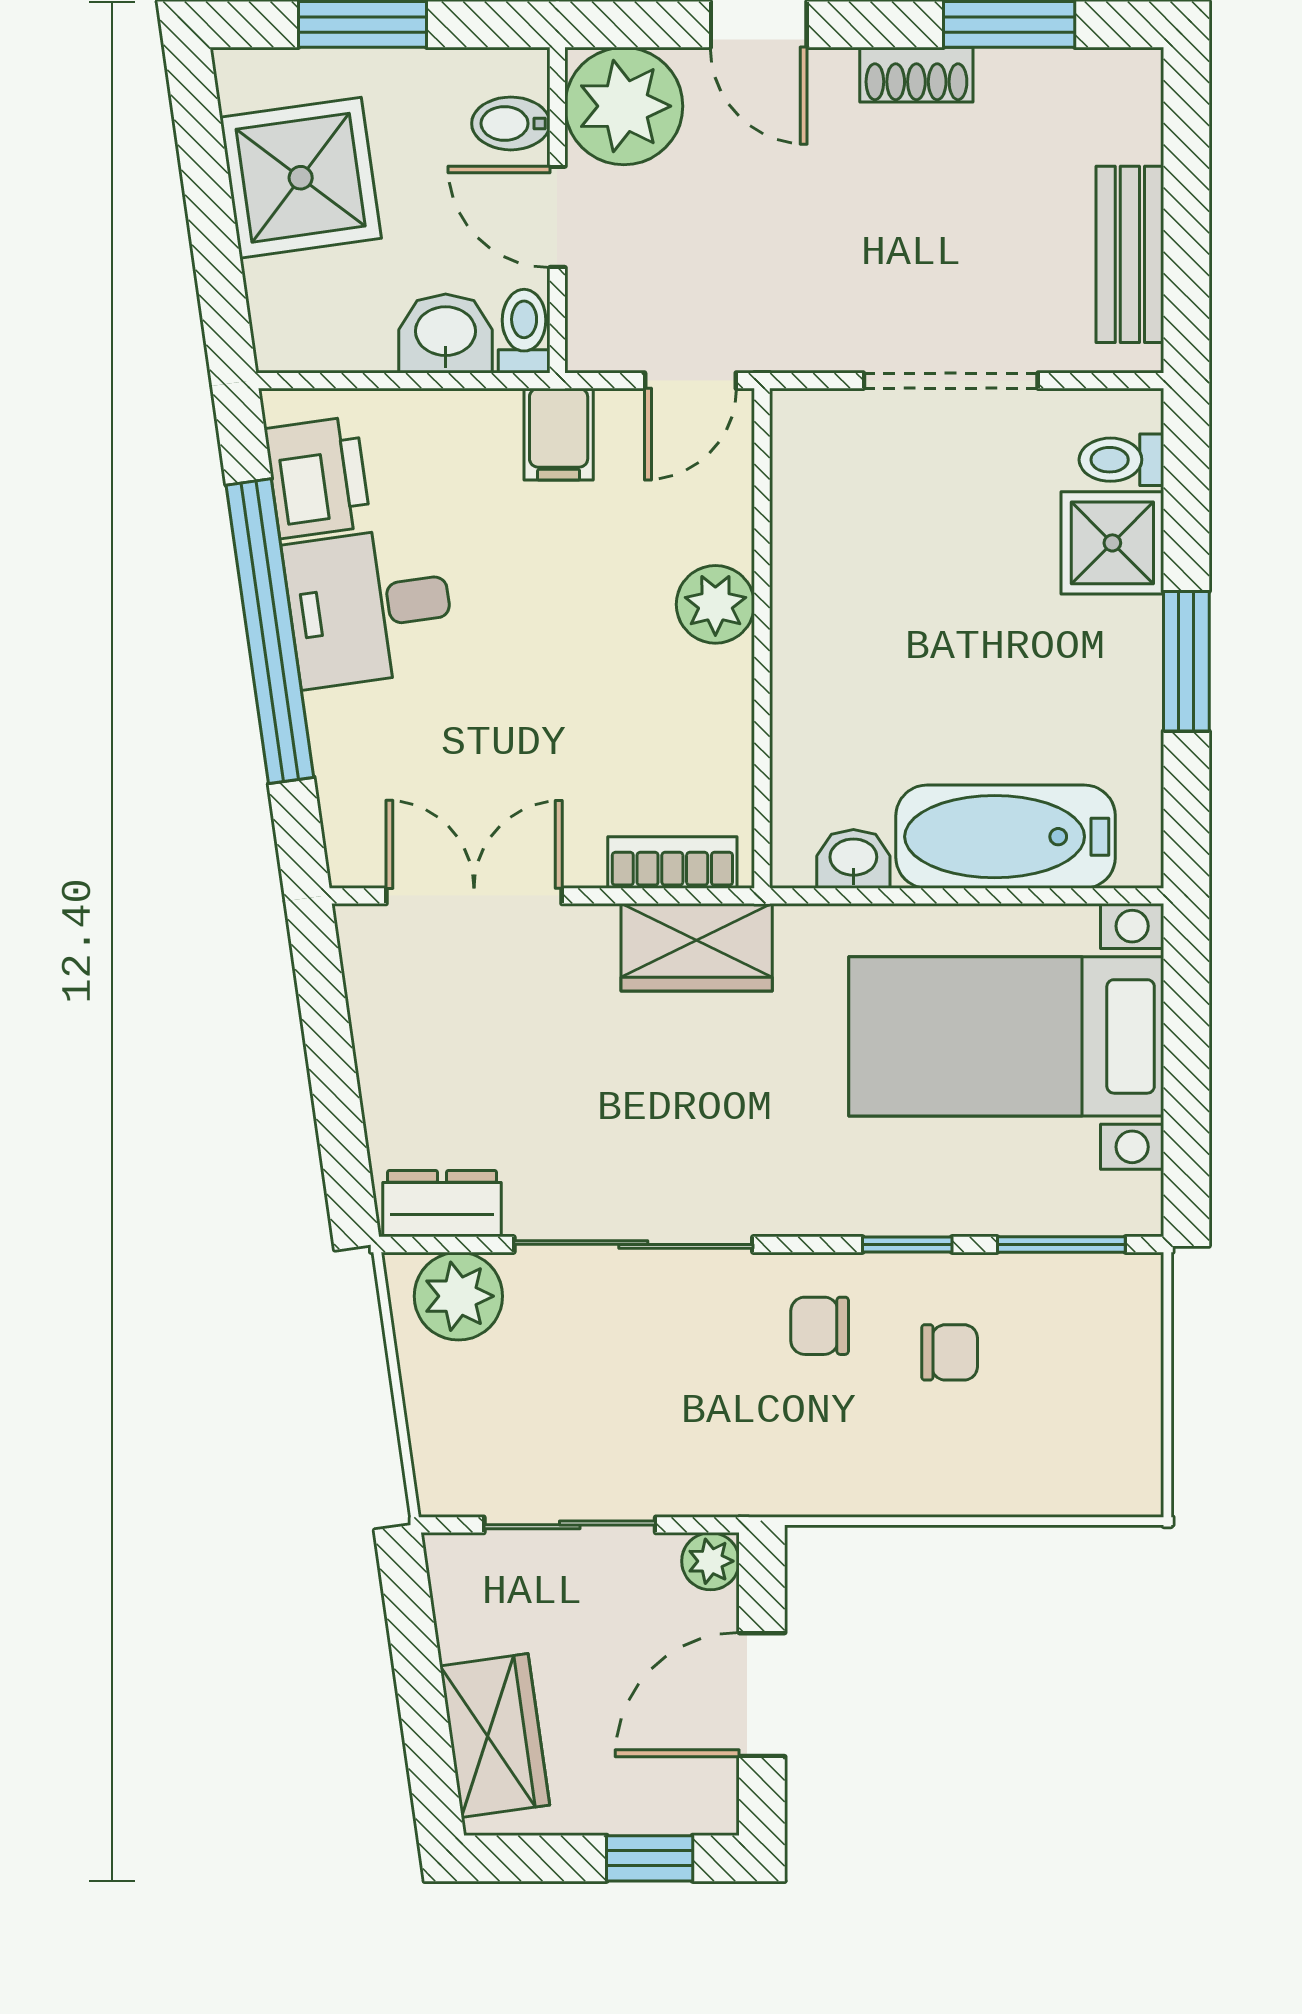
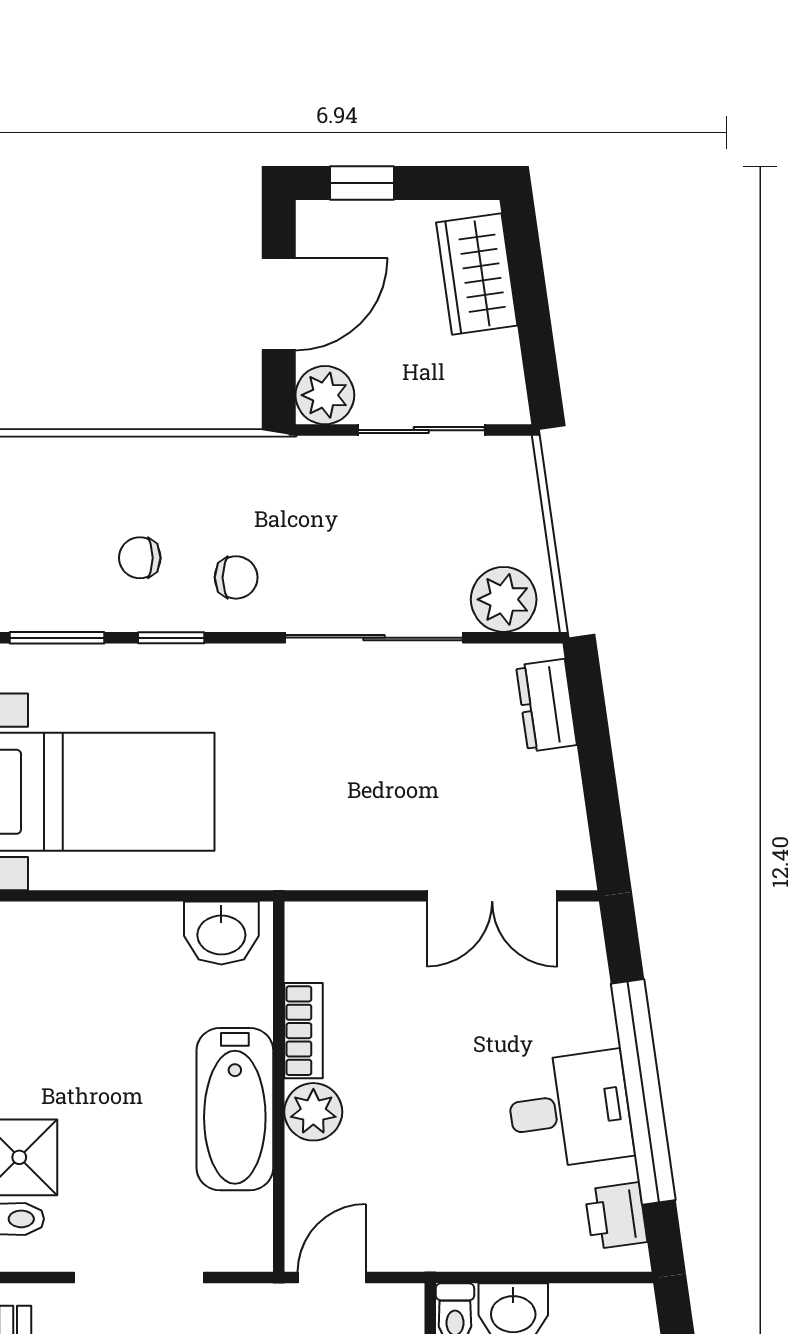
filing cabinet: (559, 434) -> (429, 1238), removed
printer: (318, 477) -> (616, 1216), width x0.73, depth x0.81
bathtub: (1006, 837) -> (235, 1109), moved, turned 90
washbasin: (853, 859) -> (221, 933), width x1.38, depth x1.45
bookcase: (672, 863) -> (304, 1031), moved, turned -90
wardrobe: (697, 947) -> (327, 858), removed
dresser: (442, 1204) -> (546, 705), moved, turned 82
plant: (710, 1561) -> (325, 395), width x1.38, depth x1.38

